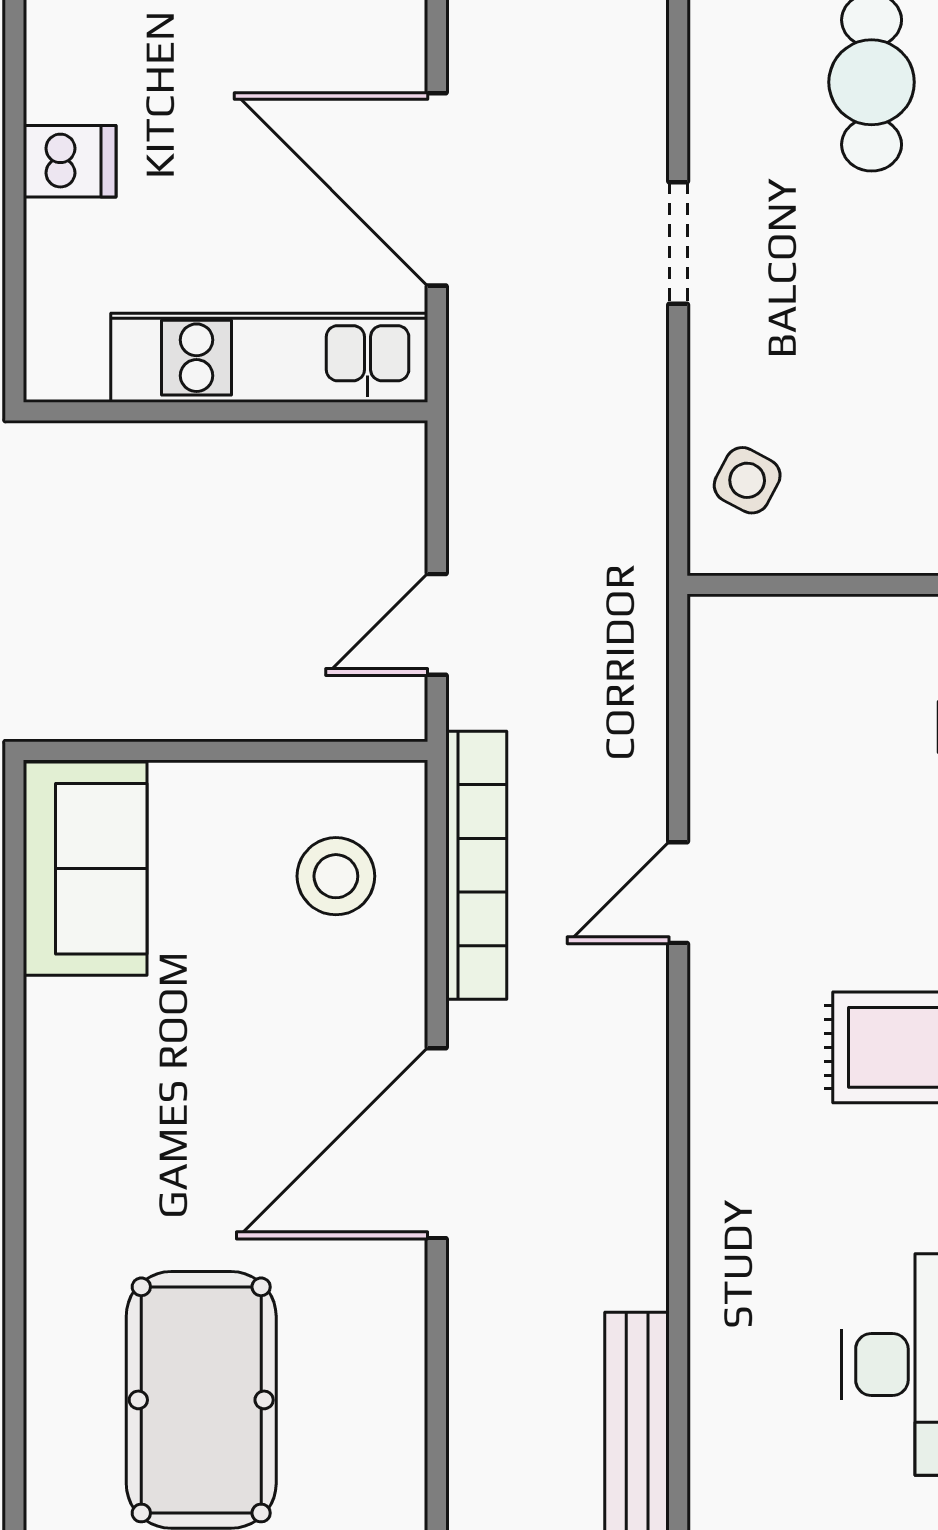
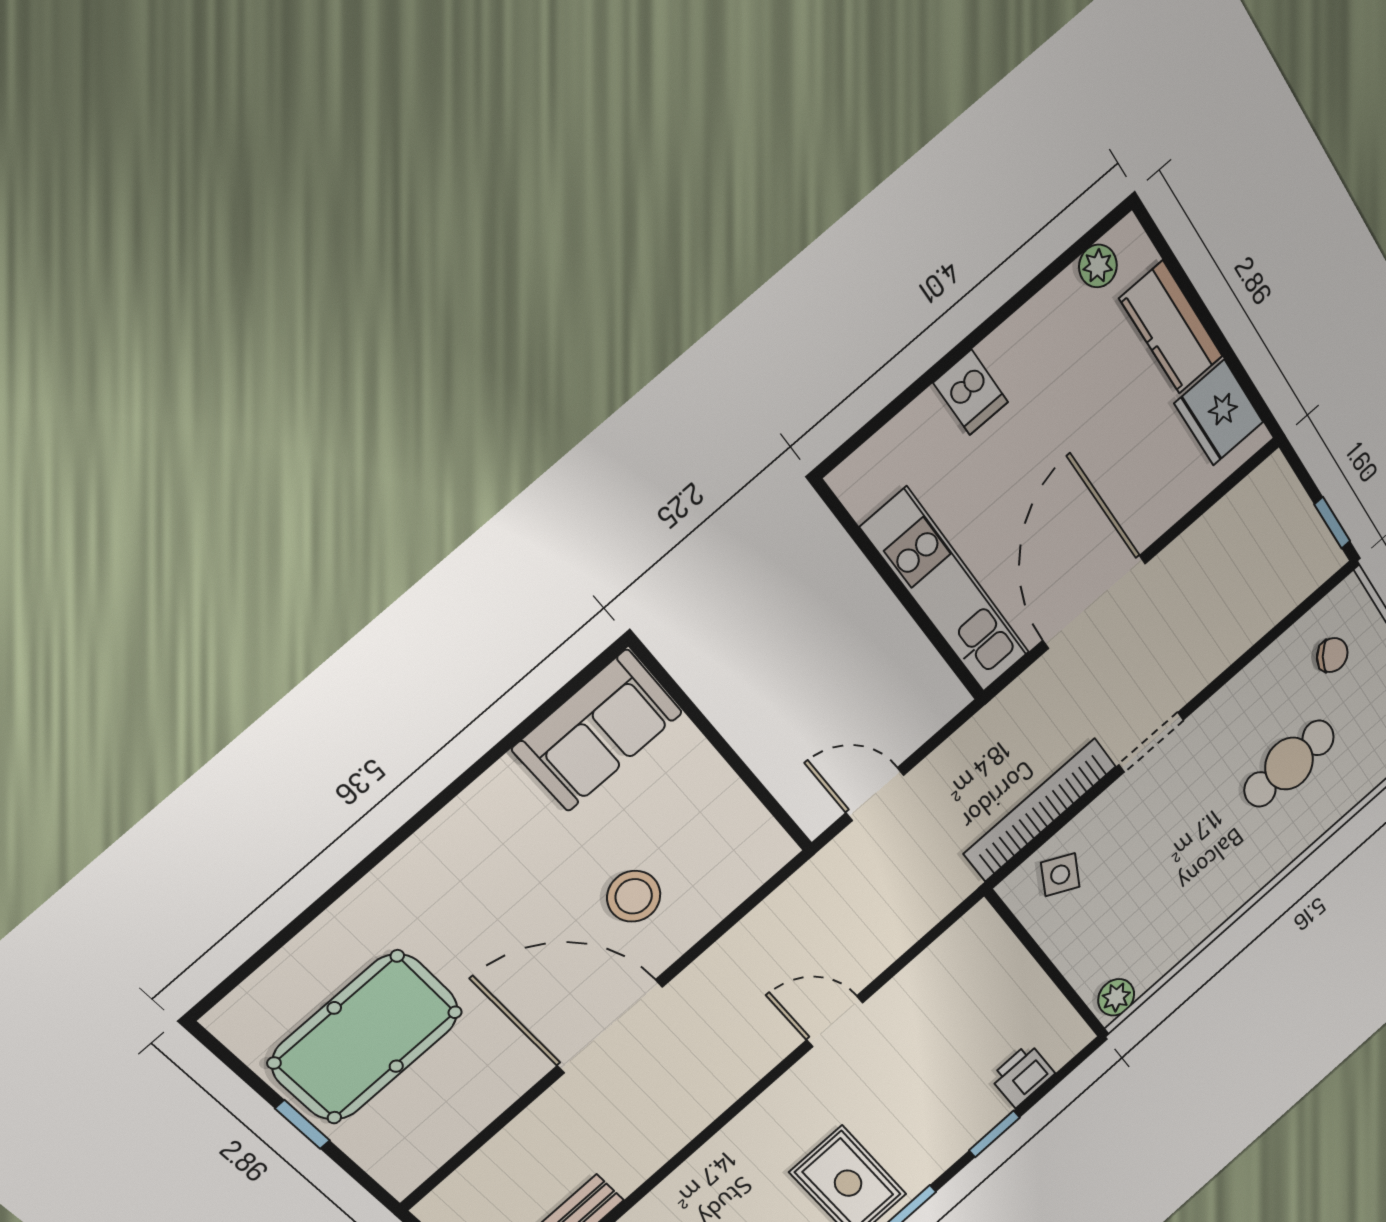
bookcase: (476, 865) -> (1040, 810), moved, turned 180
stool: (336, 876) -> (634, 896), moved

